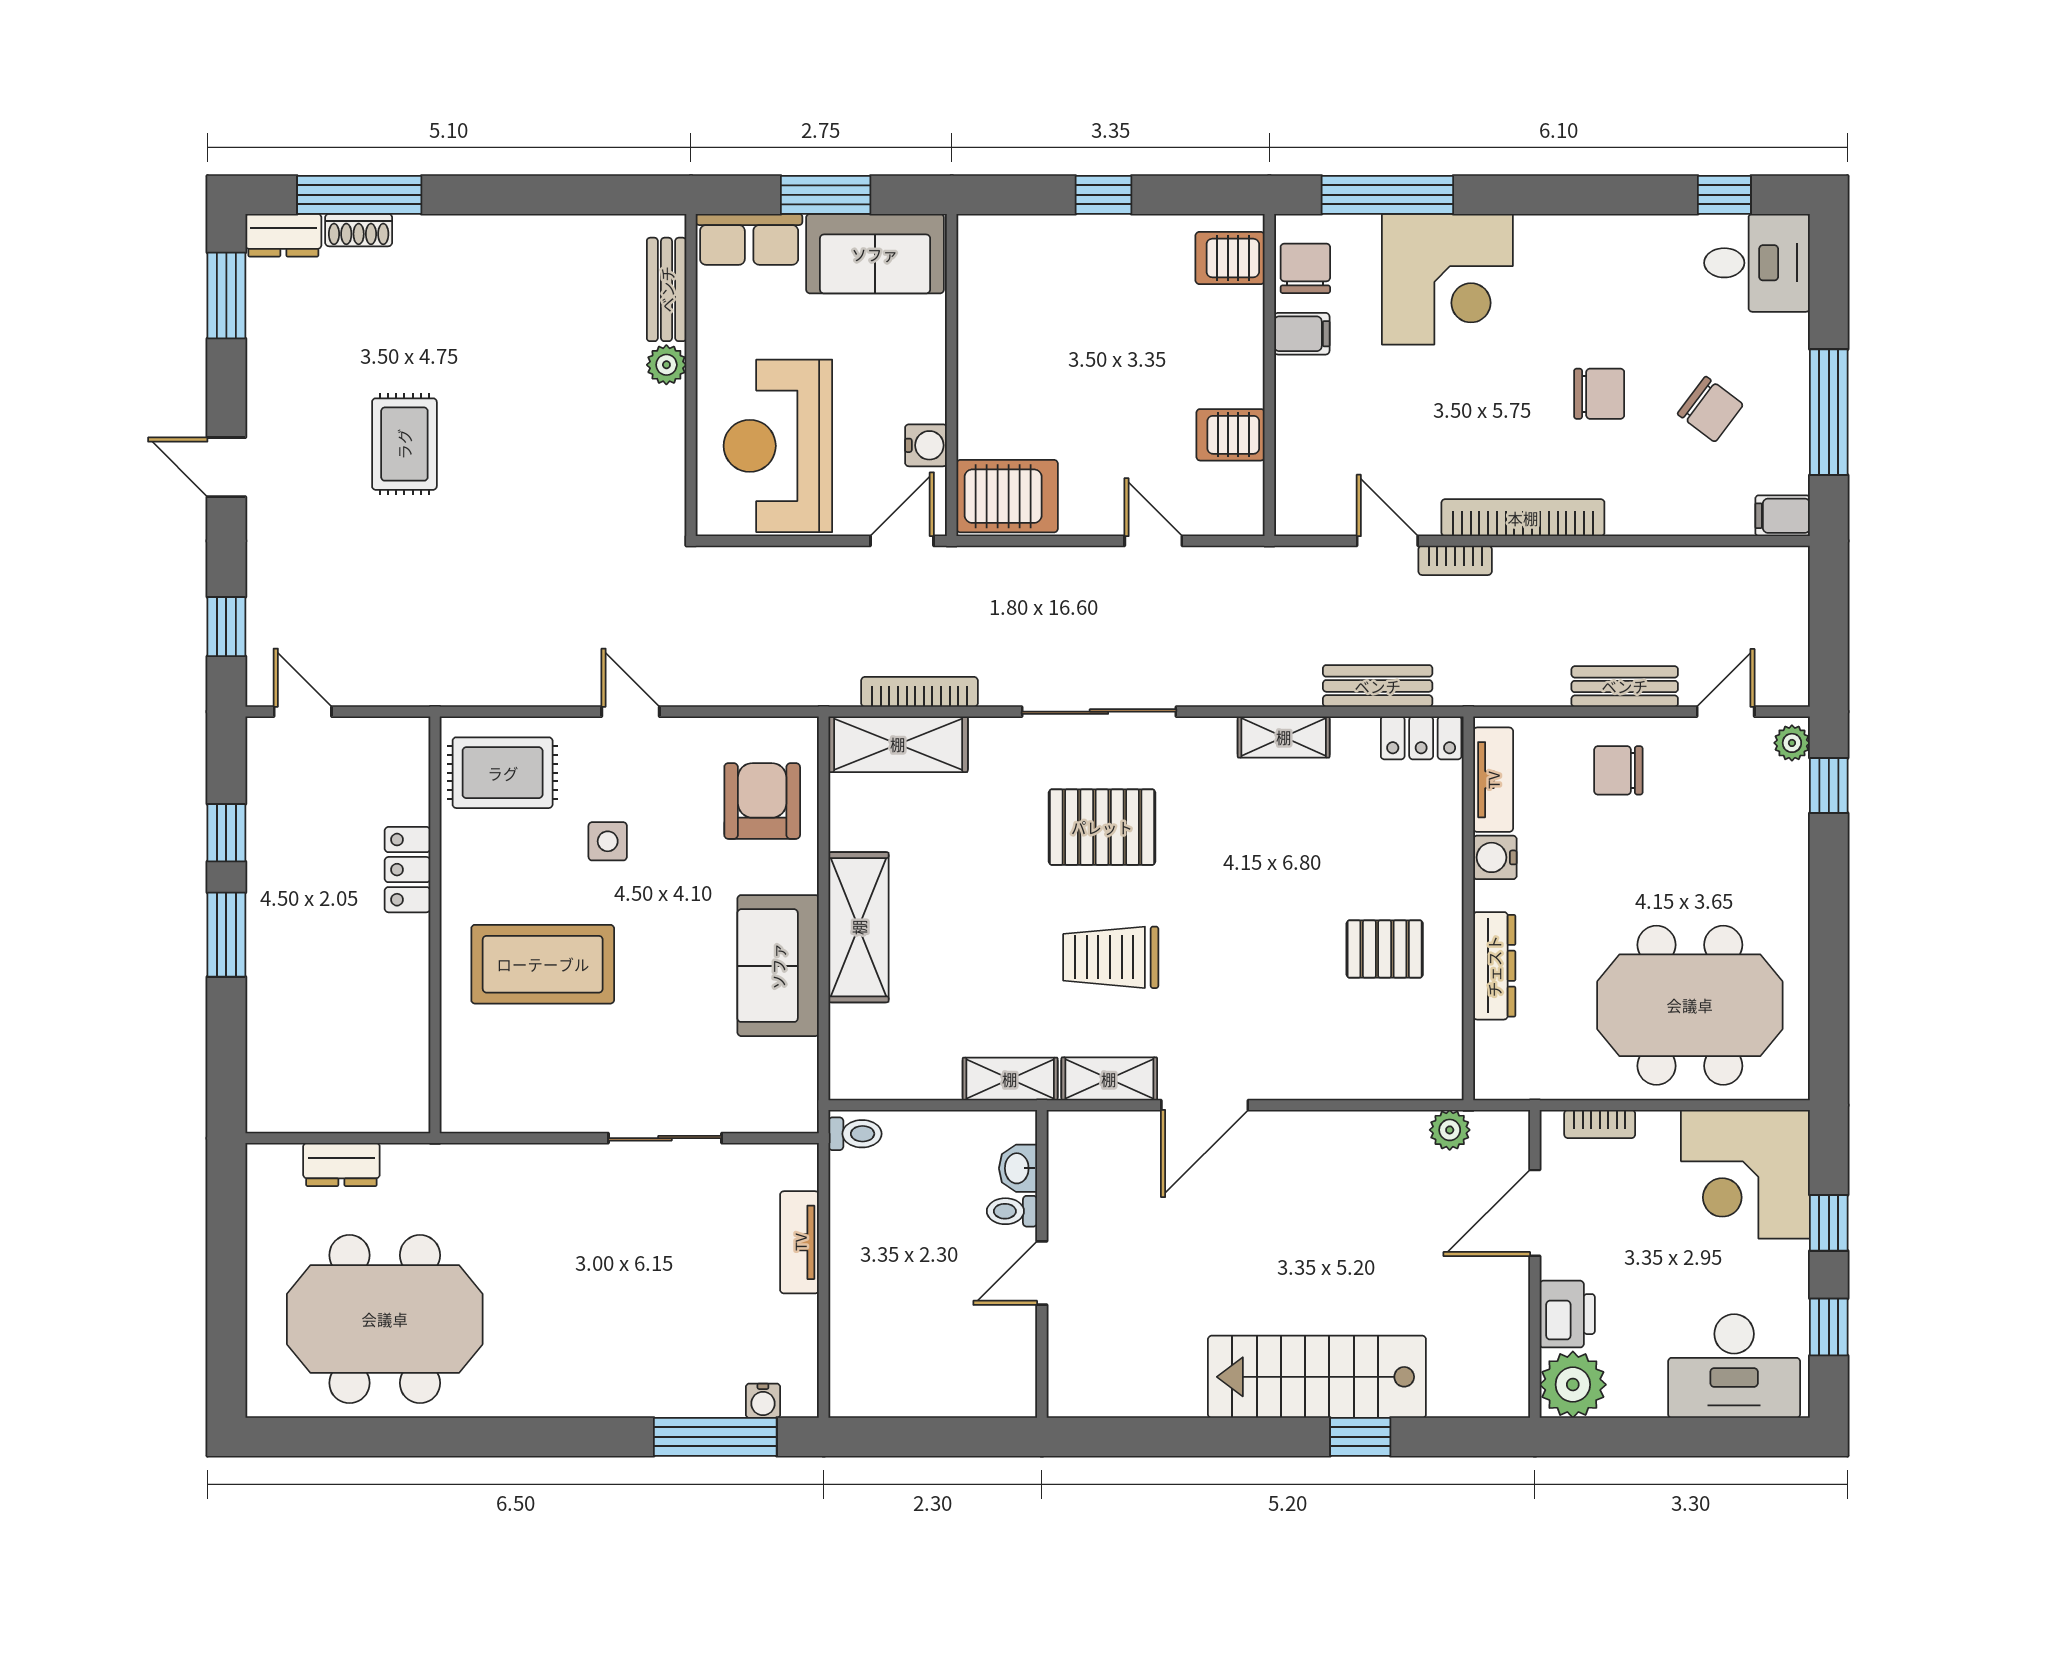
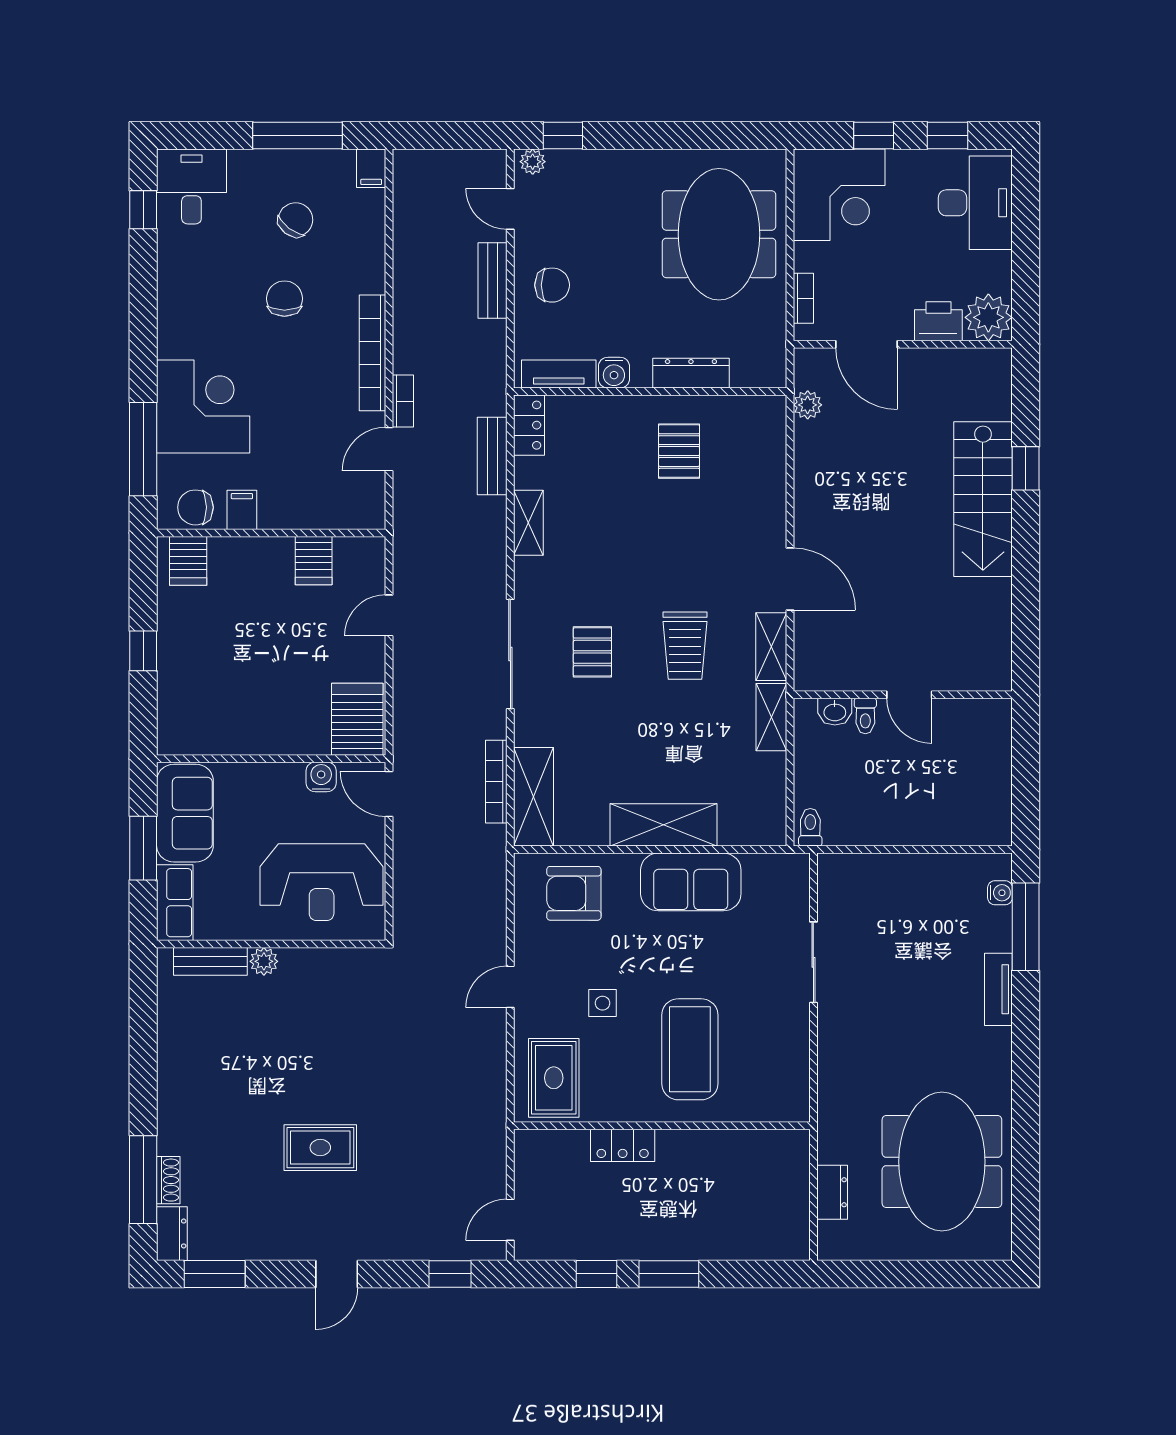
chair: (1618, 770) -> (552, 285), turned -90
pallet: (1102, 827) -> (592, 652), width x0.67, depth x0.71
tv unit: (800, 1242) -> (998, 989), moved, turned 90

